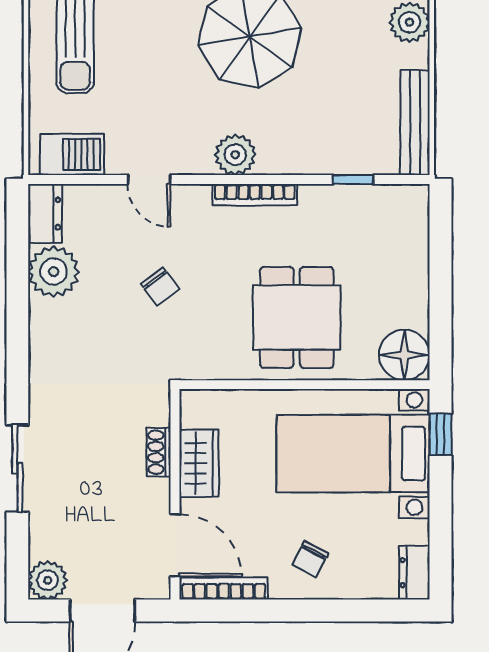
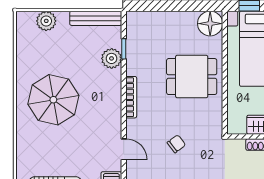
plant: (235, 155) -> (112, 58), moved
door: (149, 180) -> (124, 149), hinge flipped

